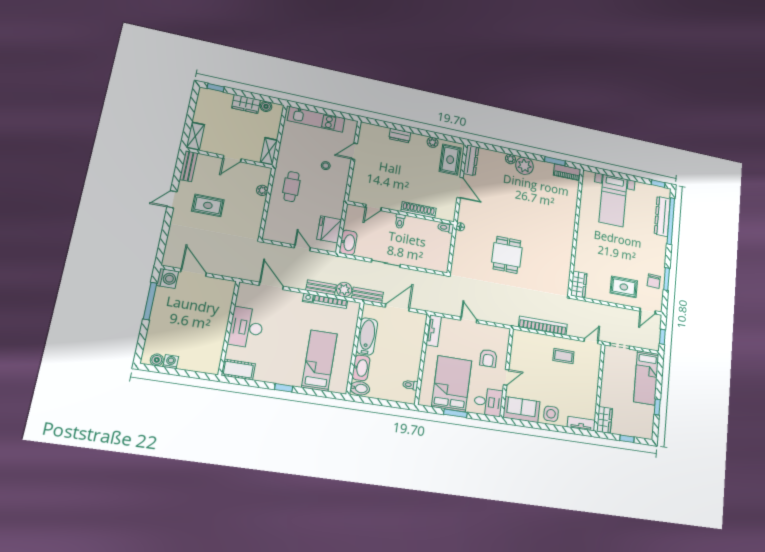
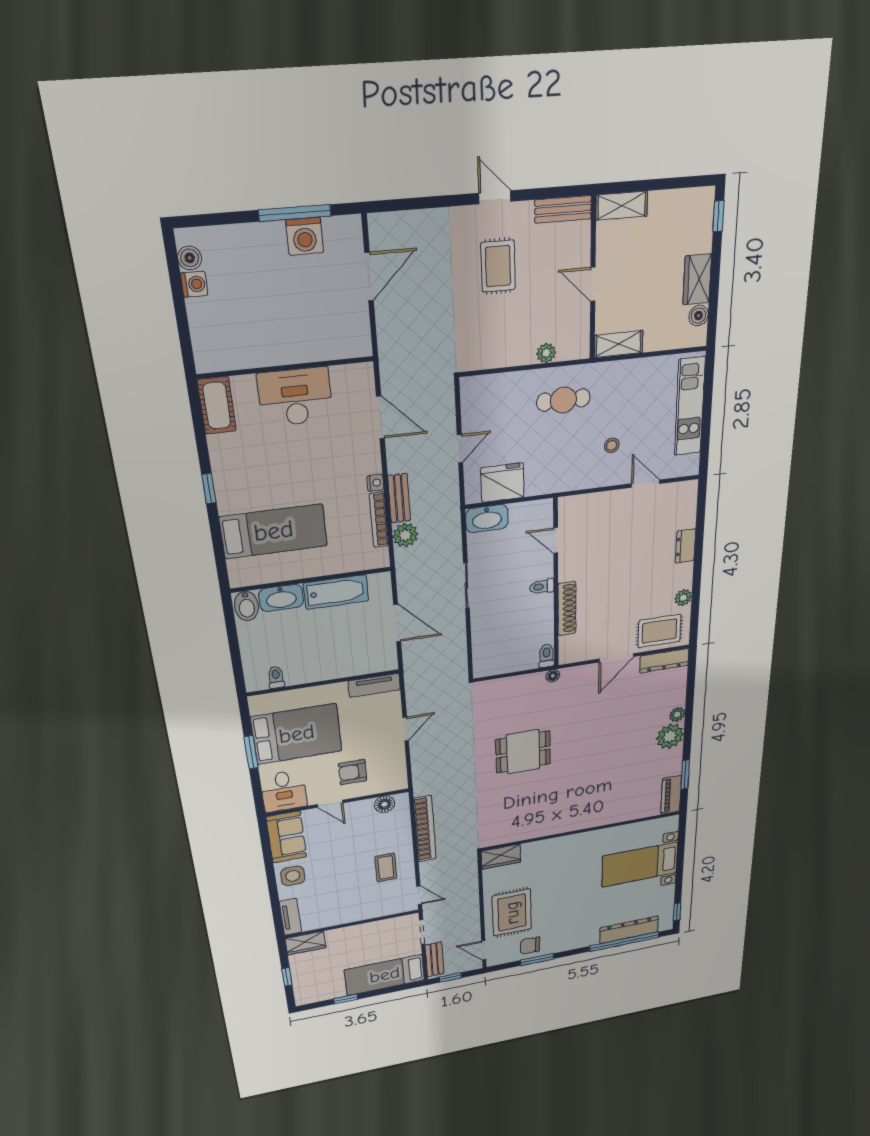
washing machine: (168, 278) -> (305, 236), moved
door: (271, 286) -> (380, 417), hinge flipped
rug: (624, 287) -> (512, 913), width x1.36, depth x1.43
bench: (367, 295) -> (434, 959), moved
floor lamp: (517, 345) -> (384, 804), added

